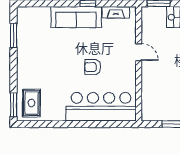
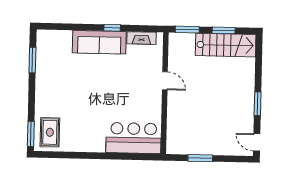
armchair: (93, 67) -> (116, 96), removed
bar counter: (101, 107) -> (134, 138), width x0.73

